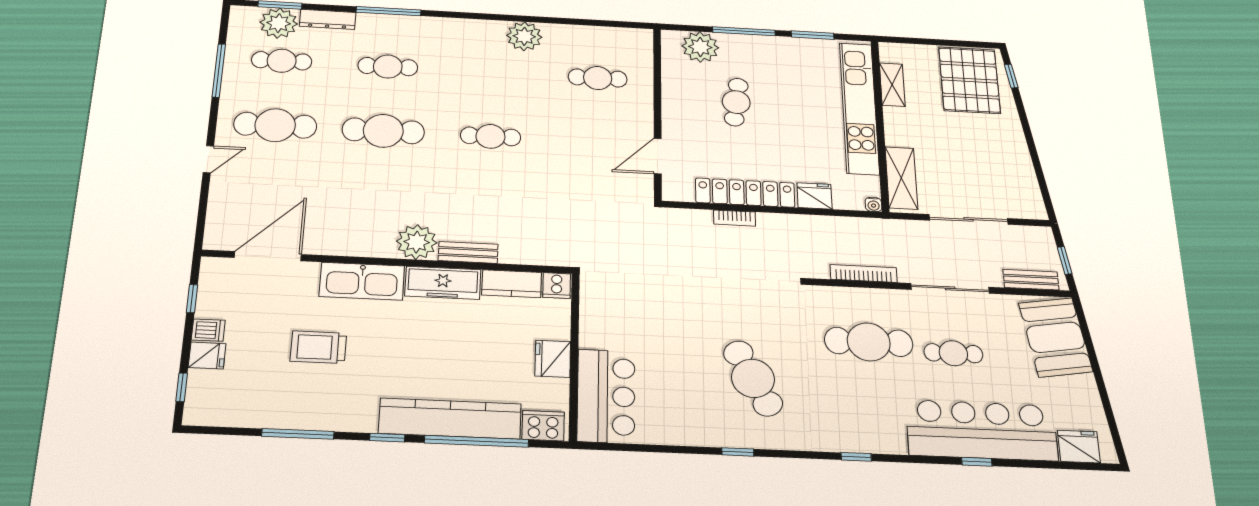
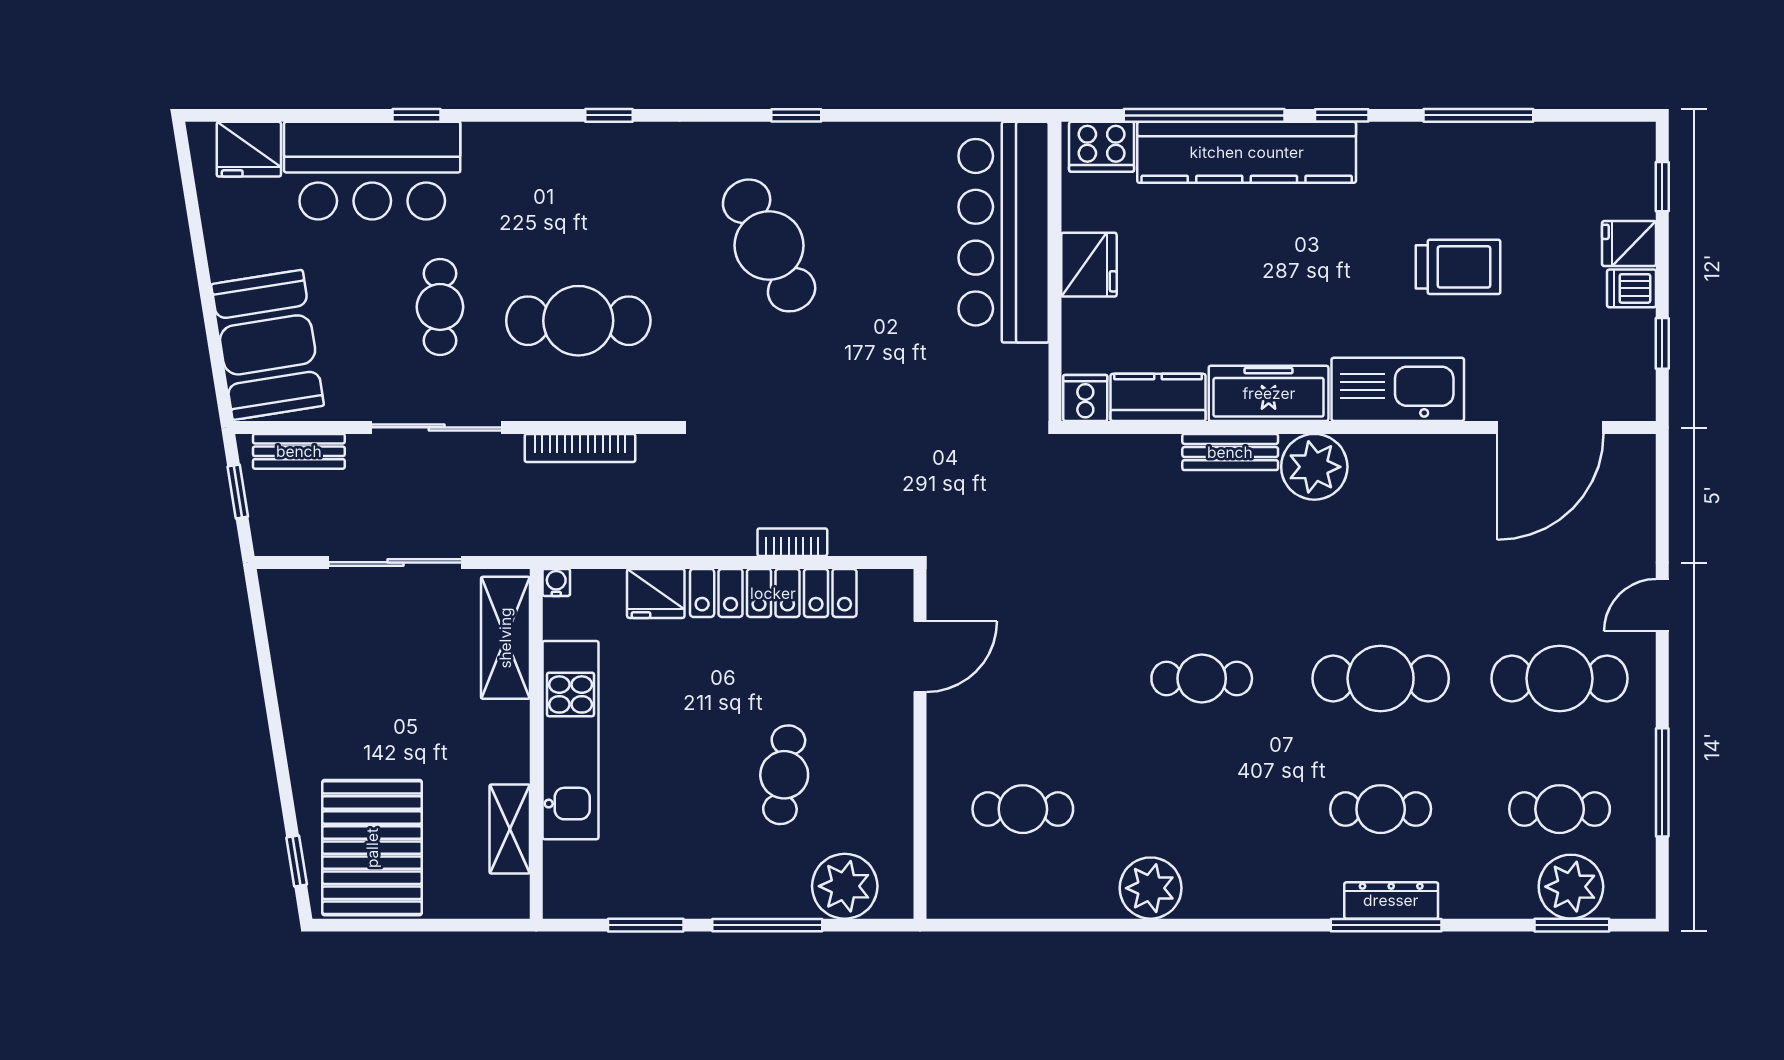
dresser: (328, 19) -> (1391, 900), moved
kitchen unit: (859, 108) -> (571, 740), width x0.73
cafe table: (953, 353) -> (440, 307), turned 90
bar counter: (606, 396) -> (1004, 232), width x1.36
bar counter: (982, 430) -> (372, 171), width x0.73

